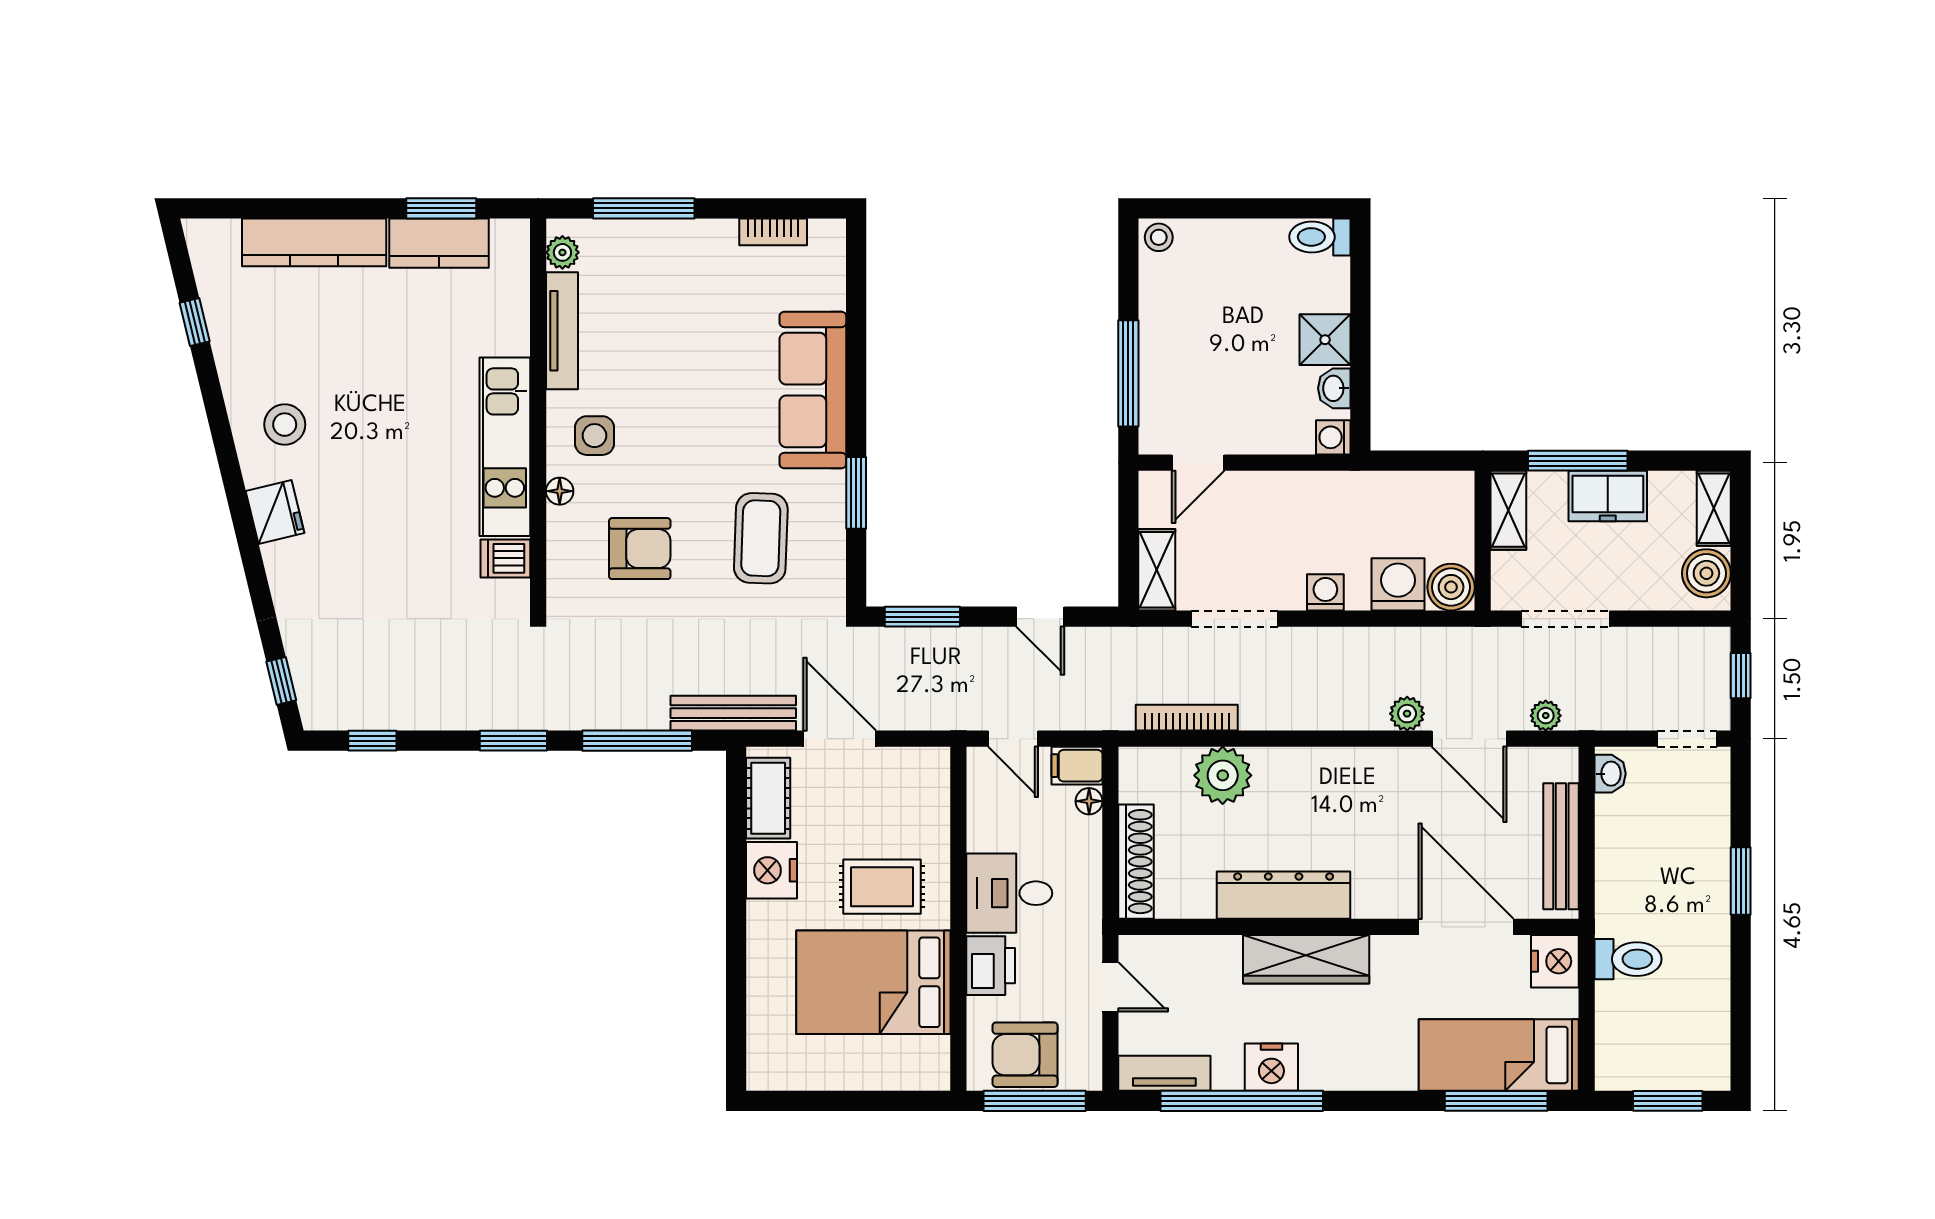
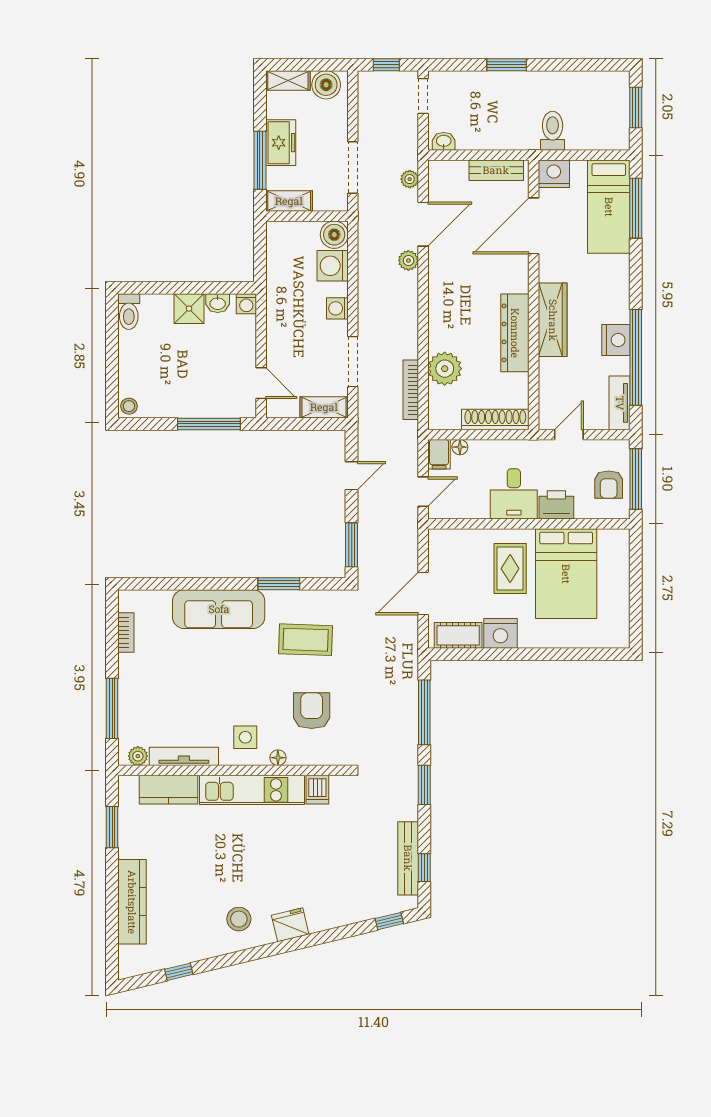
kitchen counter: (439, 243) -> (169, 790), moved, turned 90
bench: (733, 713) -> (408, 858), moved
bench: (1561, 846) -> (496, 170), width x0.73
armchair: (1025, 1055) -> (609, 485), width x0.72, depth x0.72

